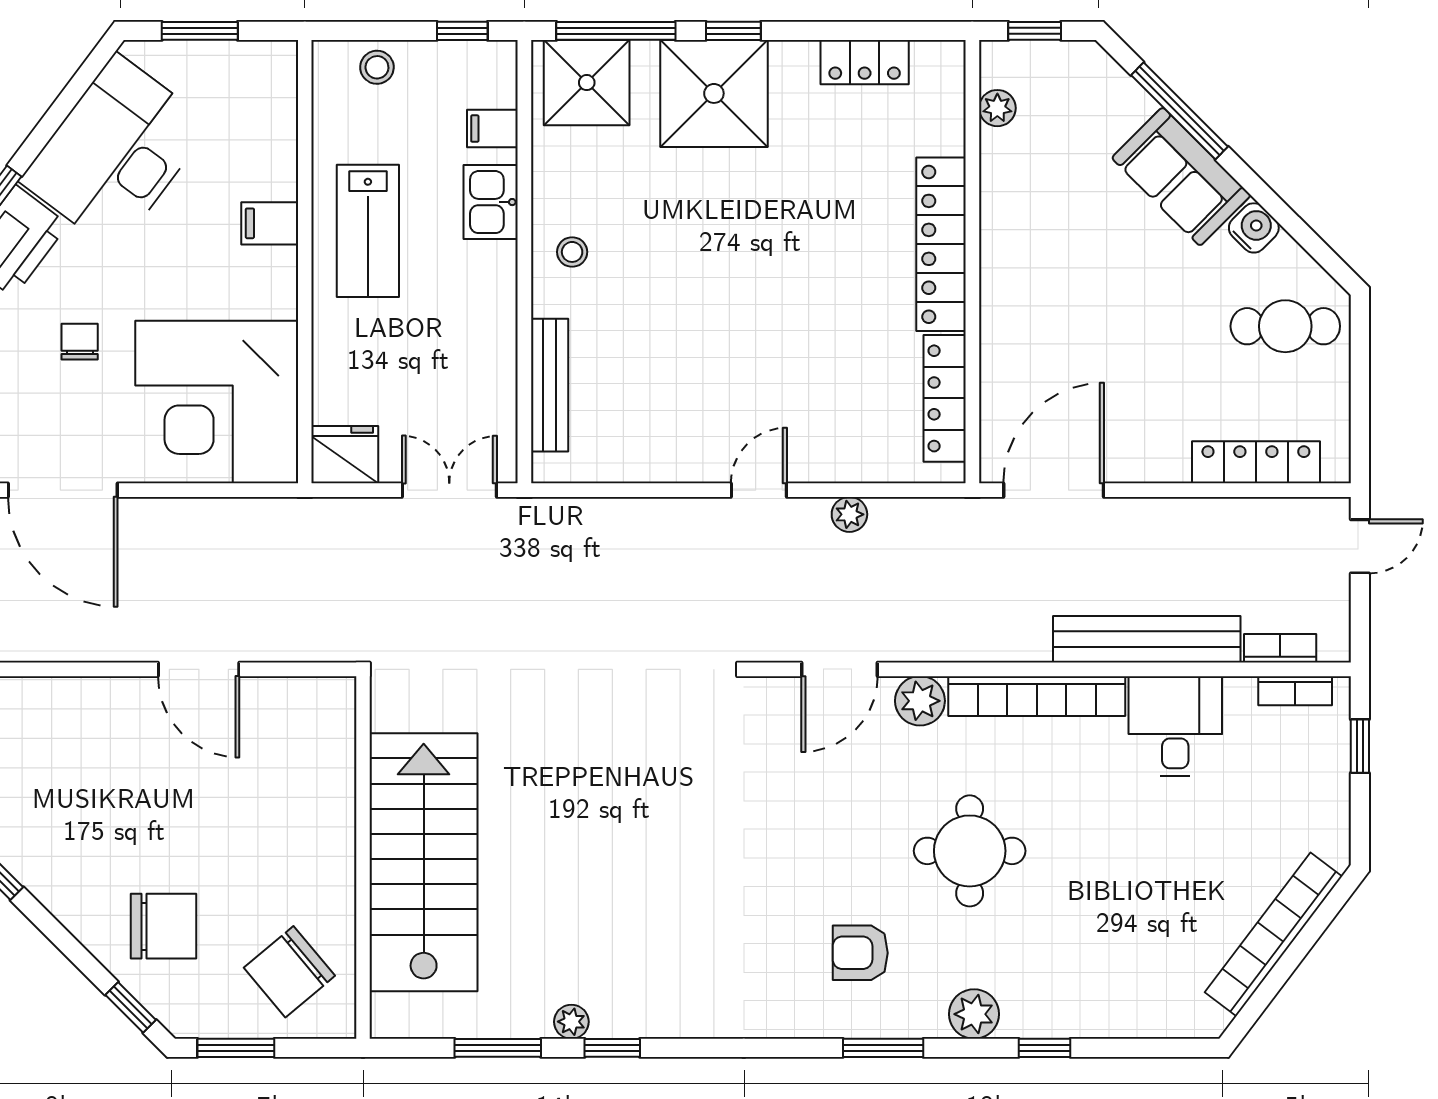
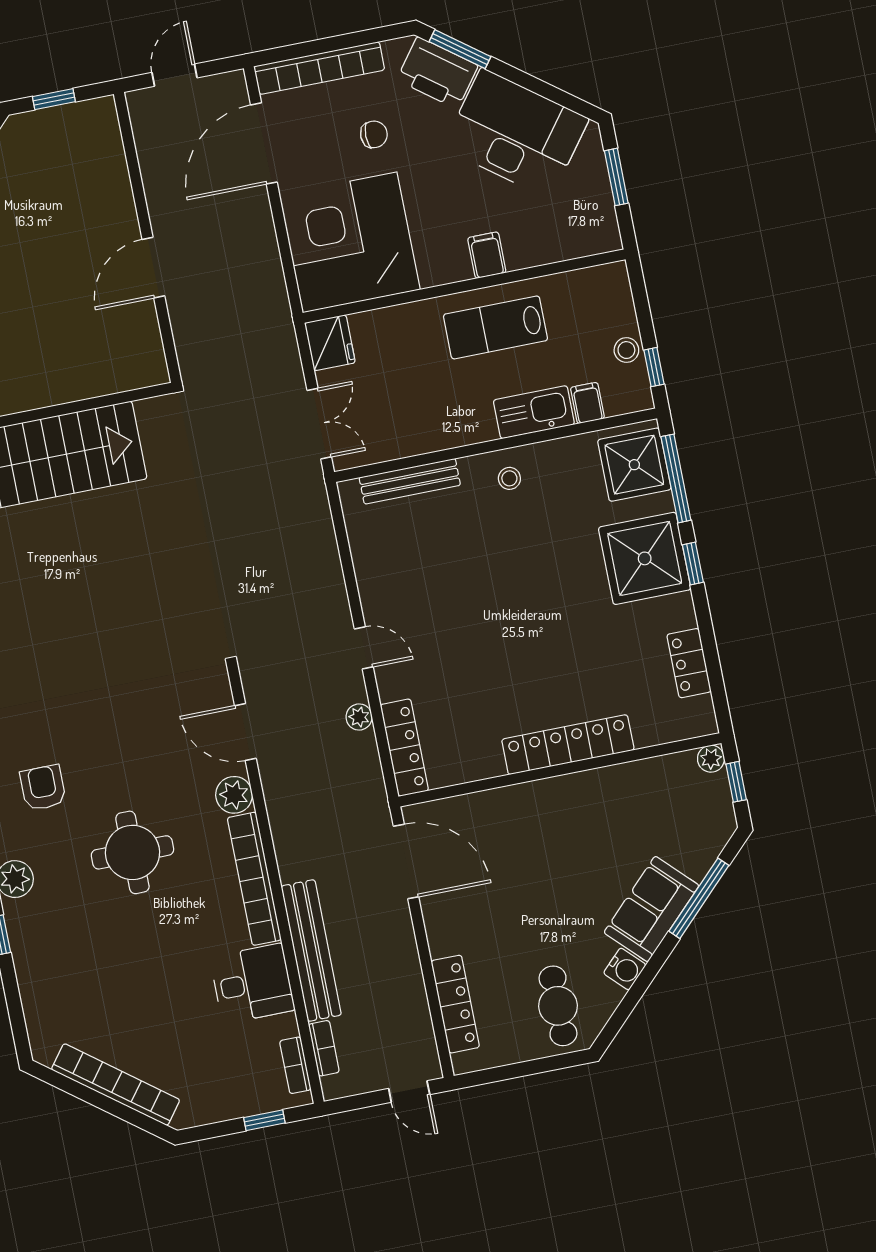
stool: (377, 67) -> (626, 350), moved
plant: (997, 108) -> (711, 759), moved
kitchen sink: (491, 202) -> (534, 412), width x1.38
locker: (945, 398) -> (404, 748), moved, turned 90

